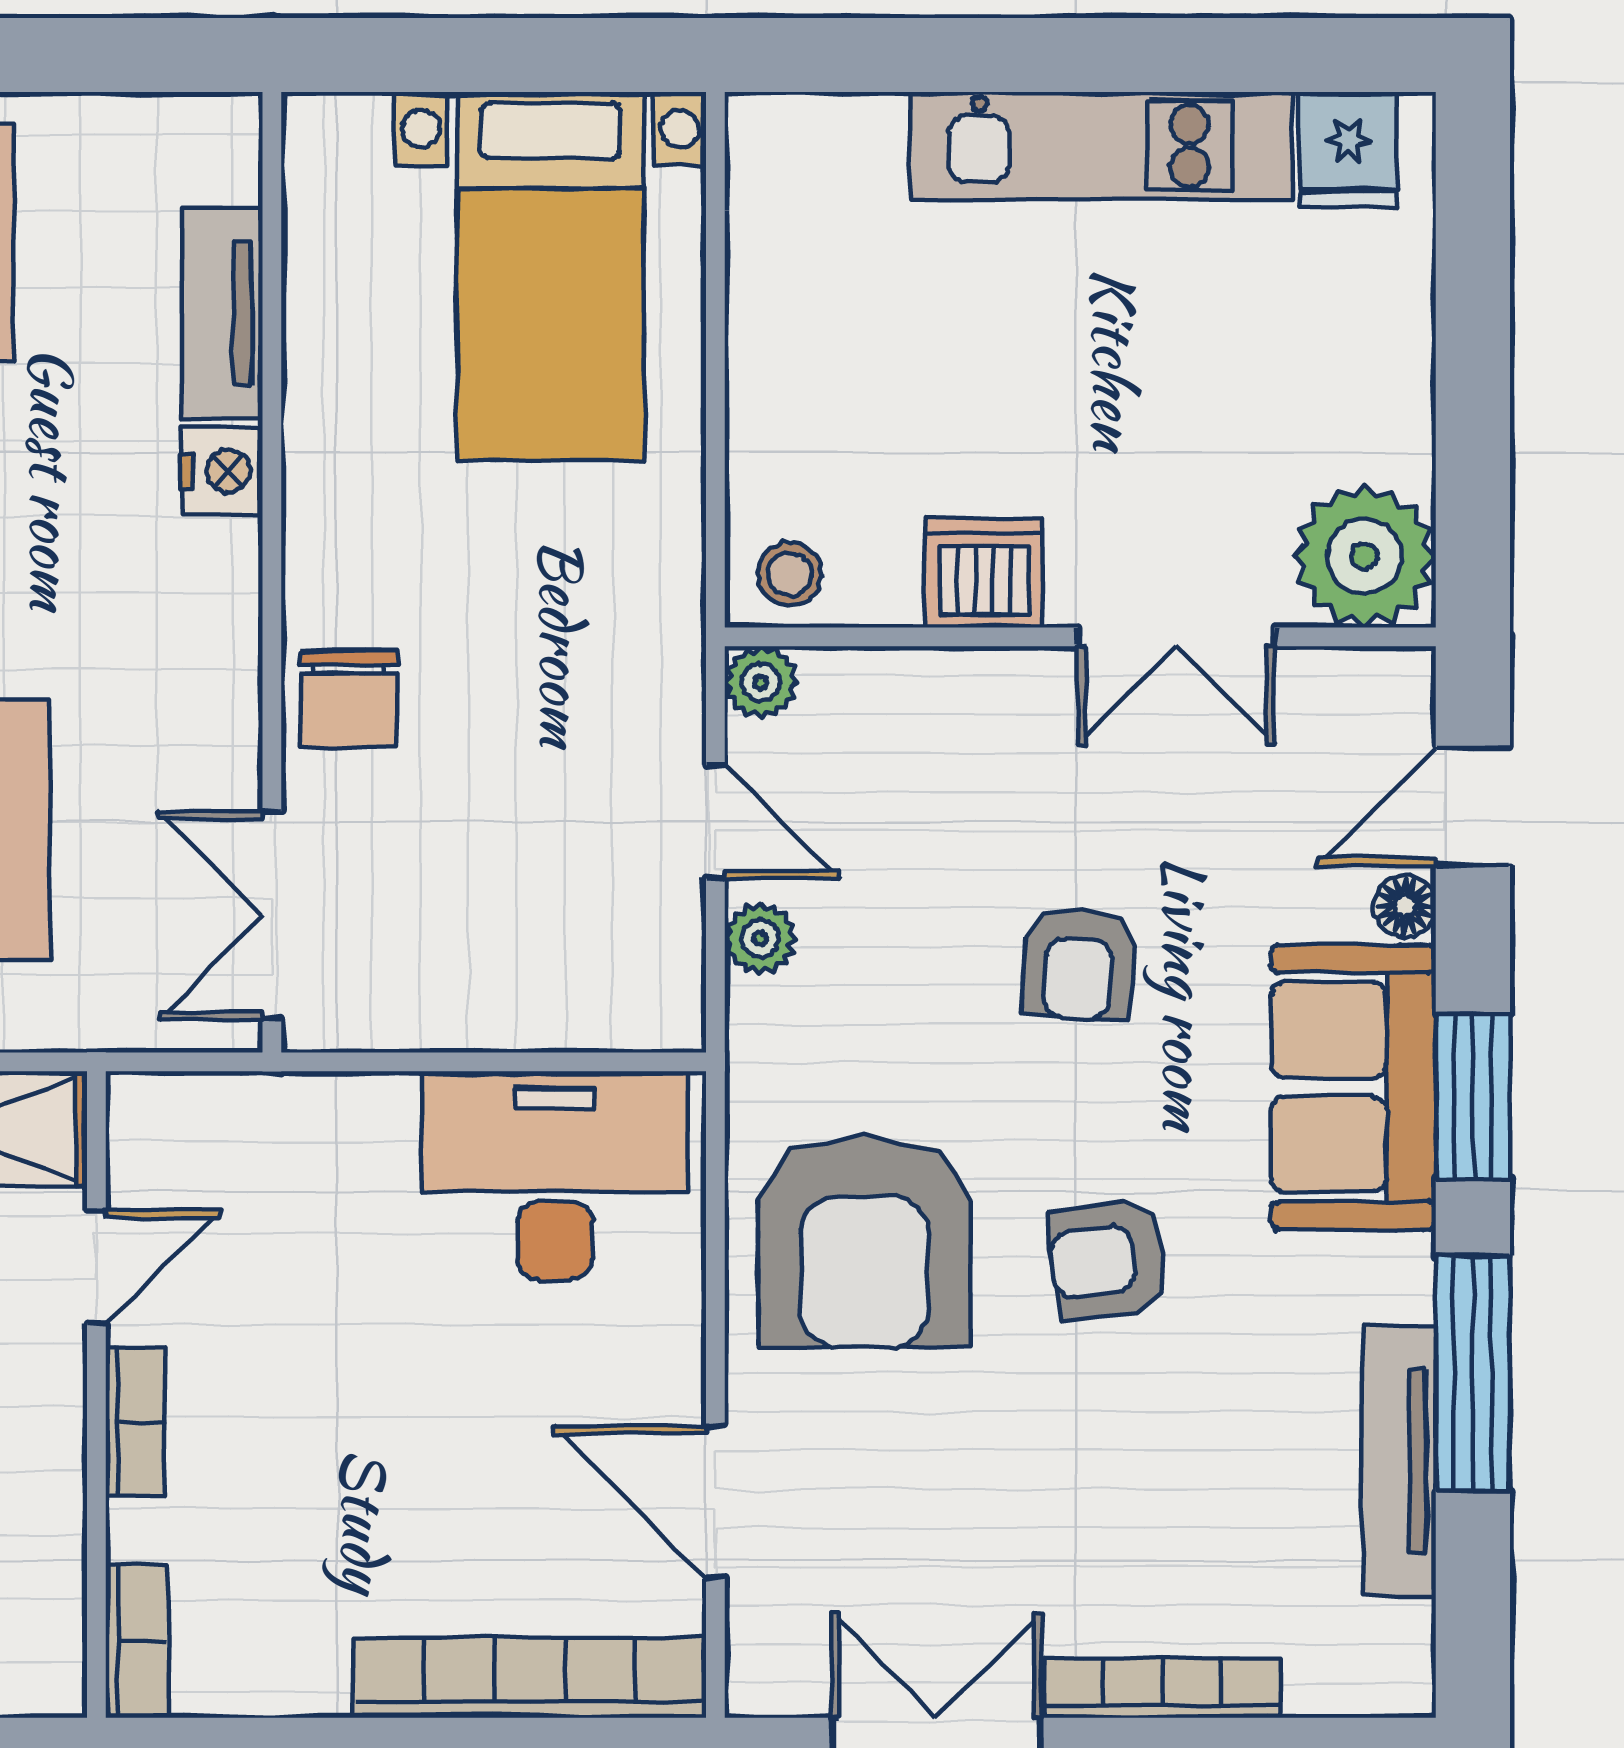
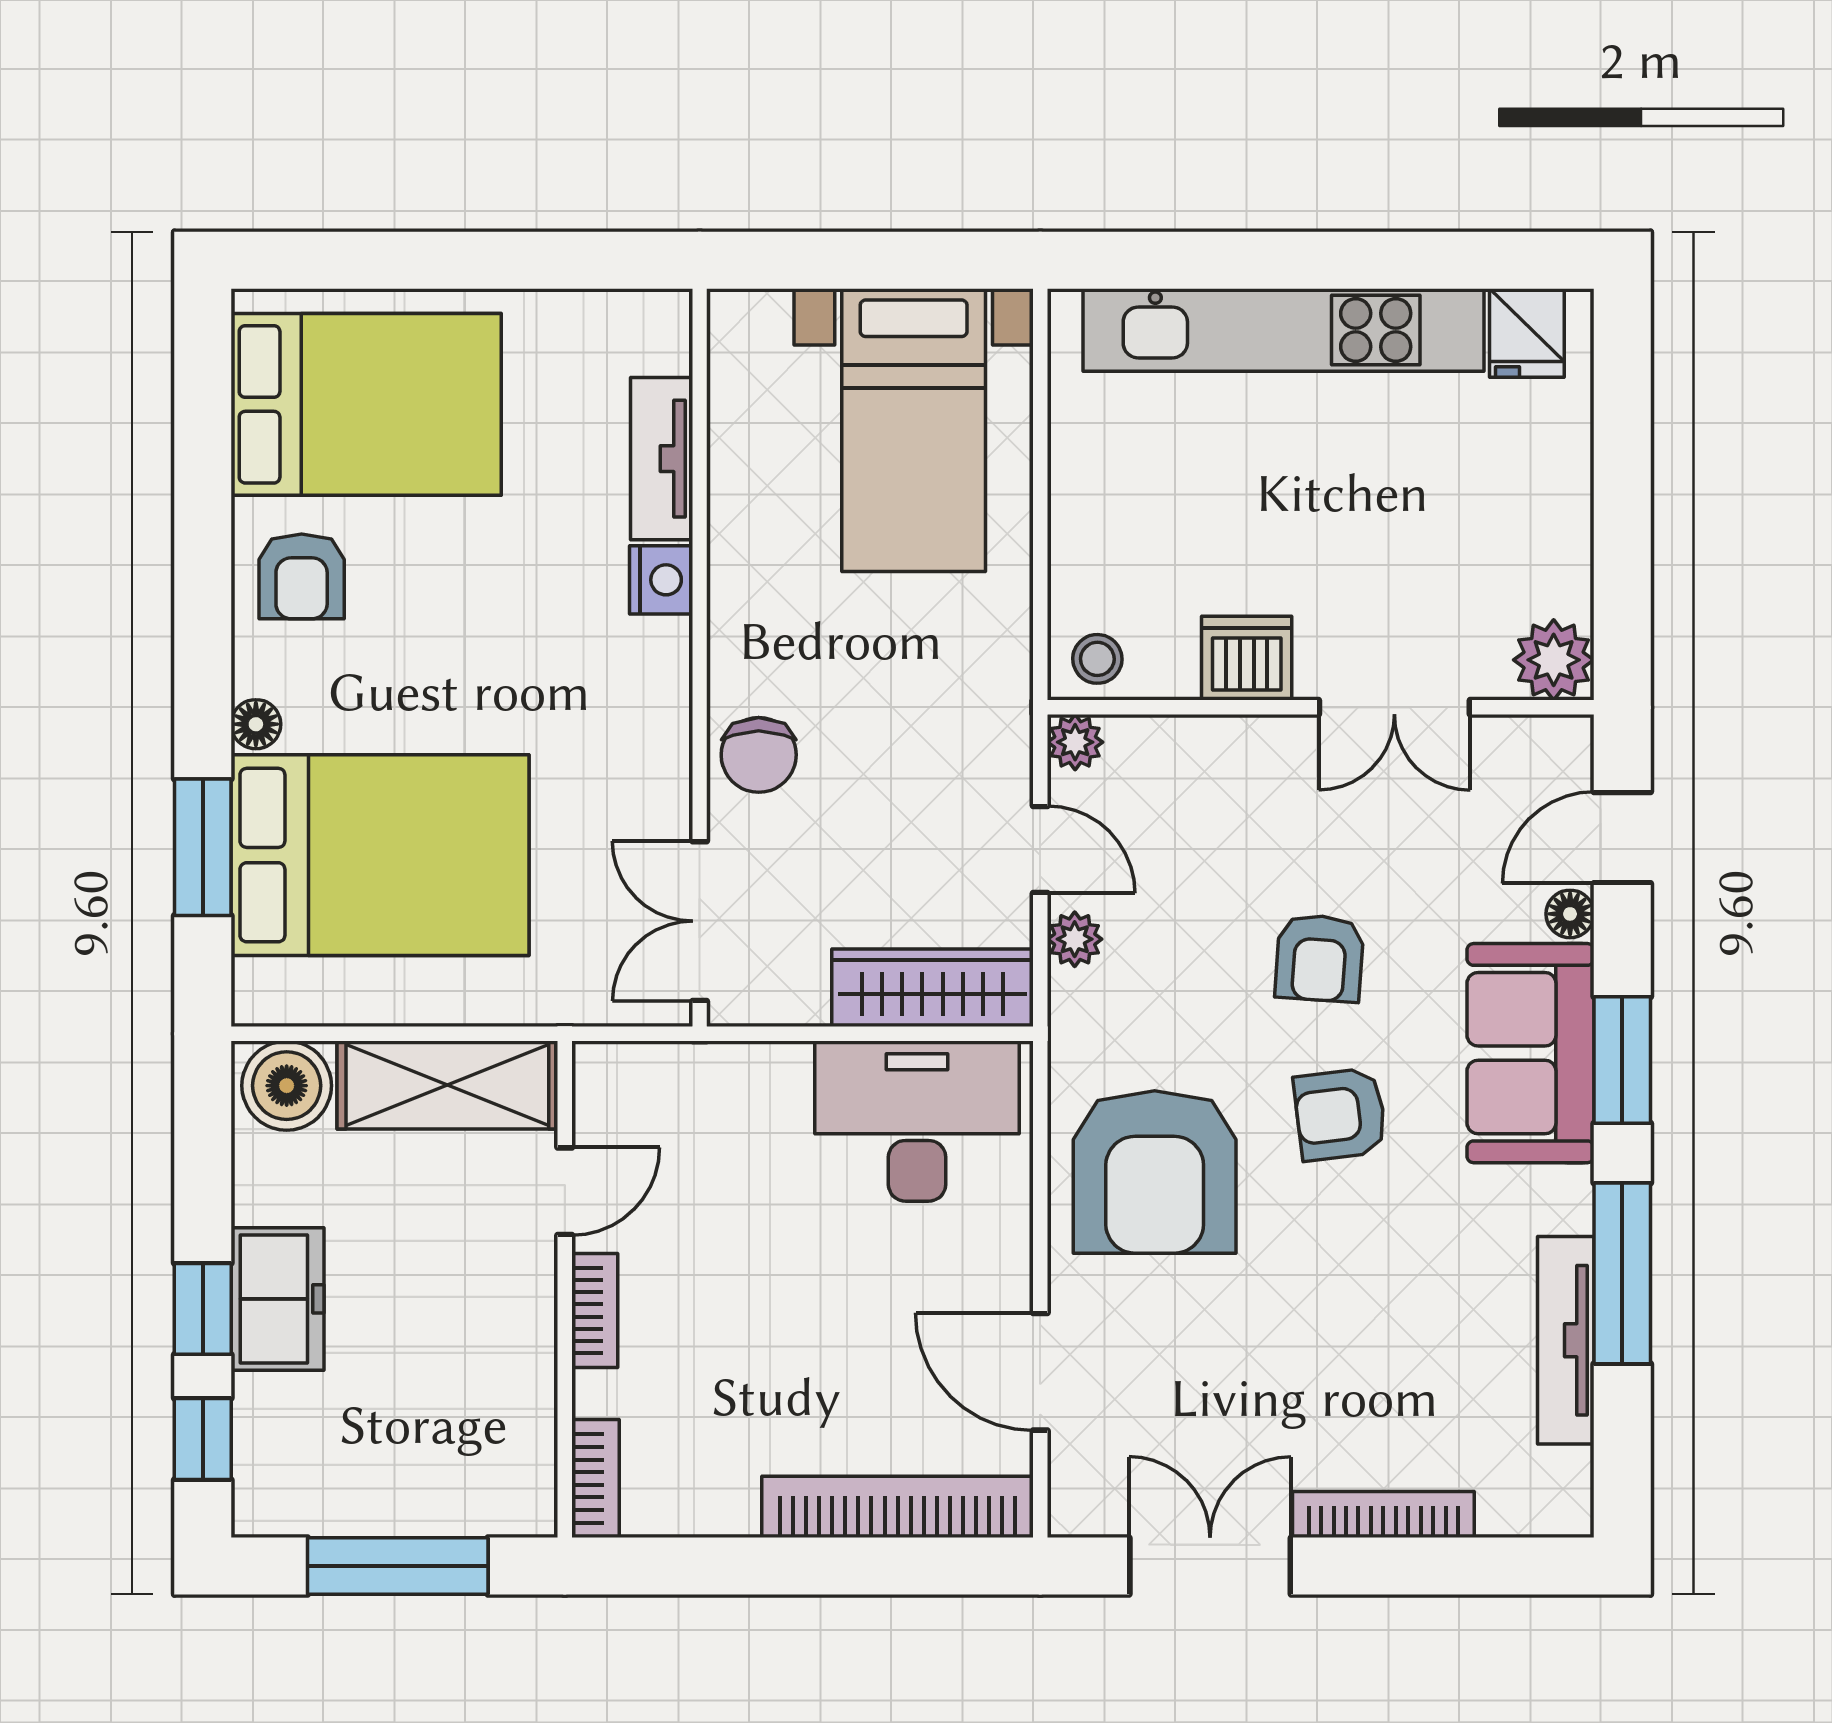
kitchen unit: (1102, 146) -> (1284, 330), width x1.36
plant: (1364, 556) -> (1554, 660), width x0.73, depth x0.73
wardrobe: (575, 1002) -> (933, 988), added
armchair: (1108, 1260) -> (1340, 1114), moved

